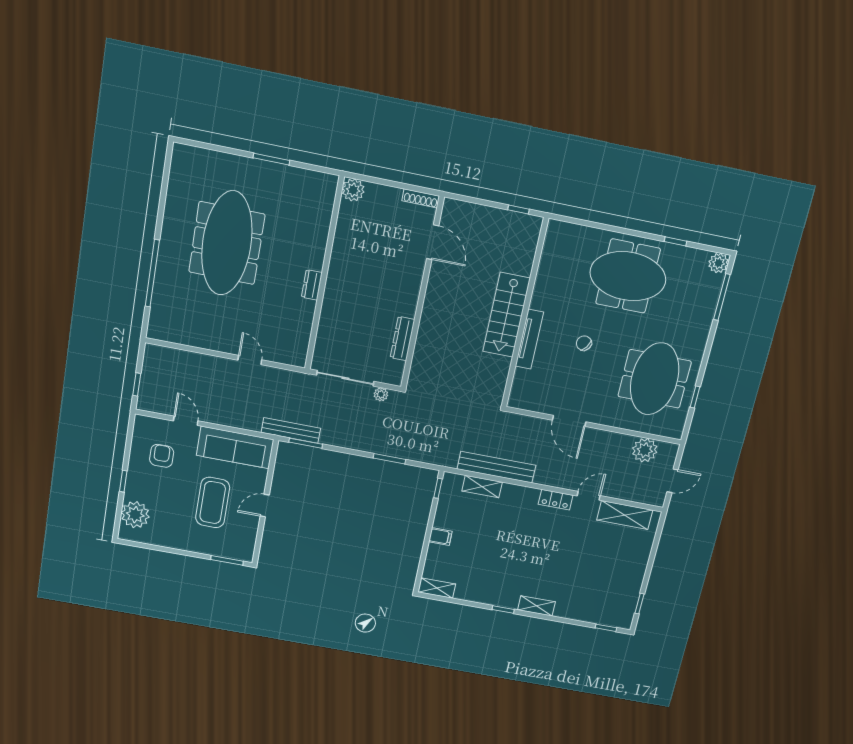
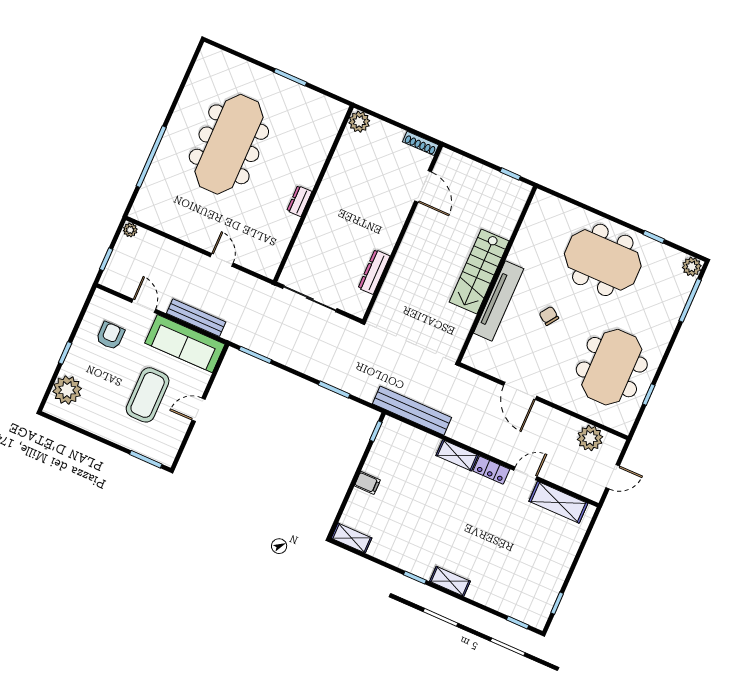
tv unit: (529, 339) -> (499, 301), width x1.36, depth x1.29
plant: (381, 394) -> (130, 230), moved
bench: (291, 430) -> (196, 318), moved
bench: (496, 467) -> (412, 411), moved
shelving: (482, 486) -> (457, 455), moved

